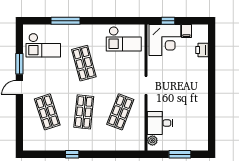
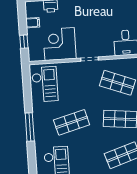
window: (65, 21) -> (30, 127), moved
corner desk: (165, 40) -> (60, 44), moved, turned -90

